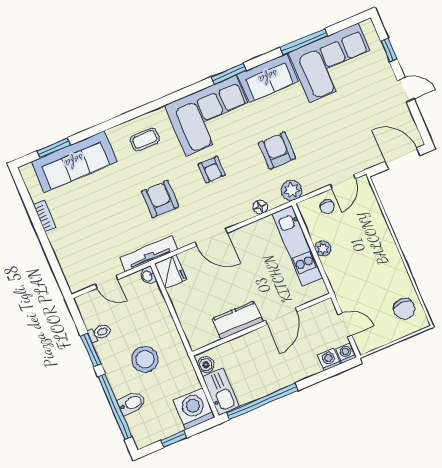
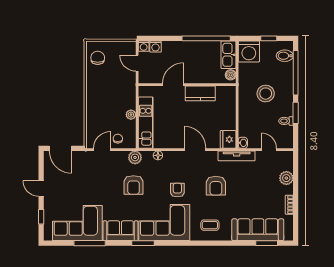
plant: (65, 252) -> (286, 178), added
bidet: (132, 403) -> (285, 56), moved

